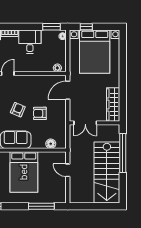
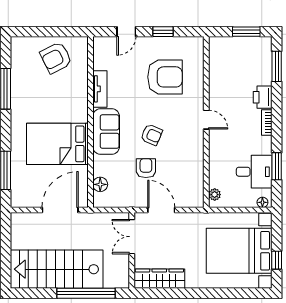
window: (52, 27) -> (277, 166), moved
window: (86, 27) -> (277, 260), moved
desk: (30, 42) -> (254, 172), moved
door: (68, 90) -> (161, 210), moved
door: (68, 170) -> (60, 210), width x1.88

